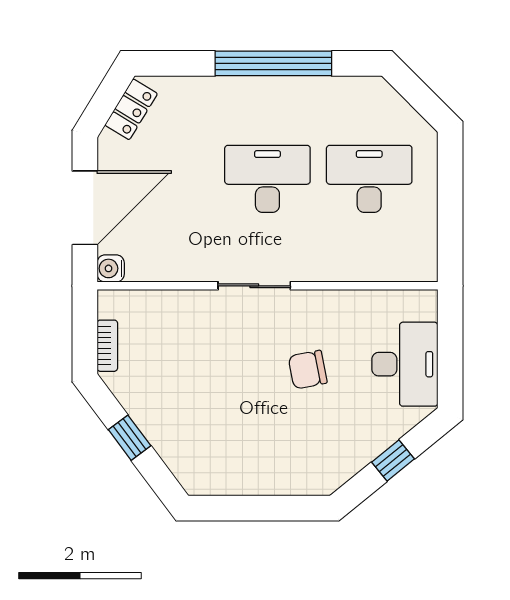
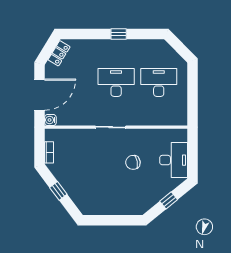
window: (273, 63) -> (119, 34), width x0.32

